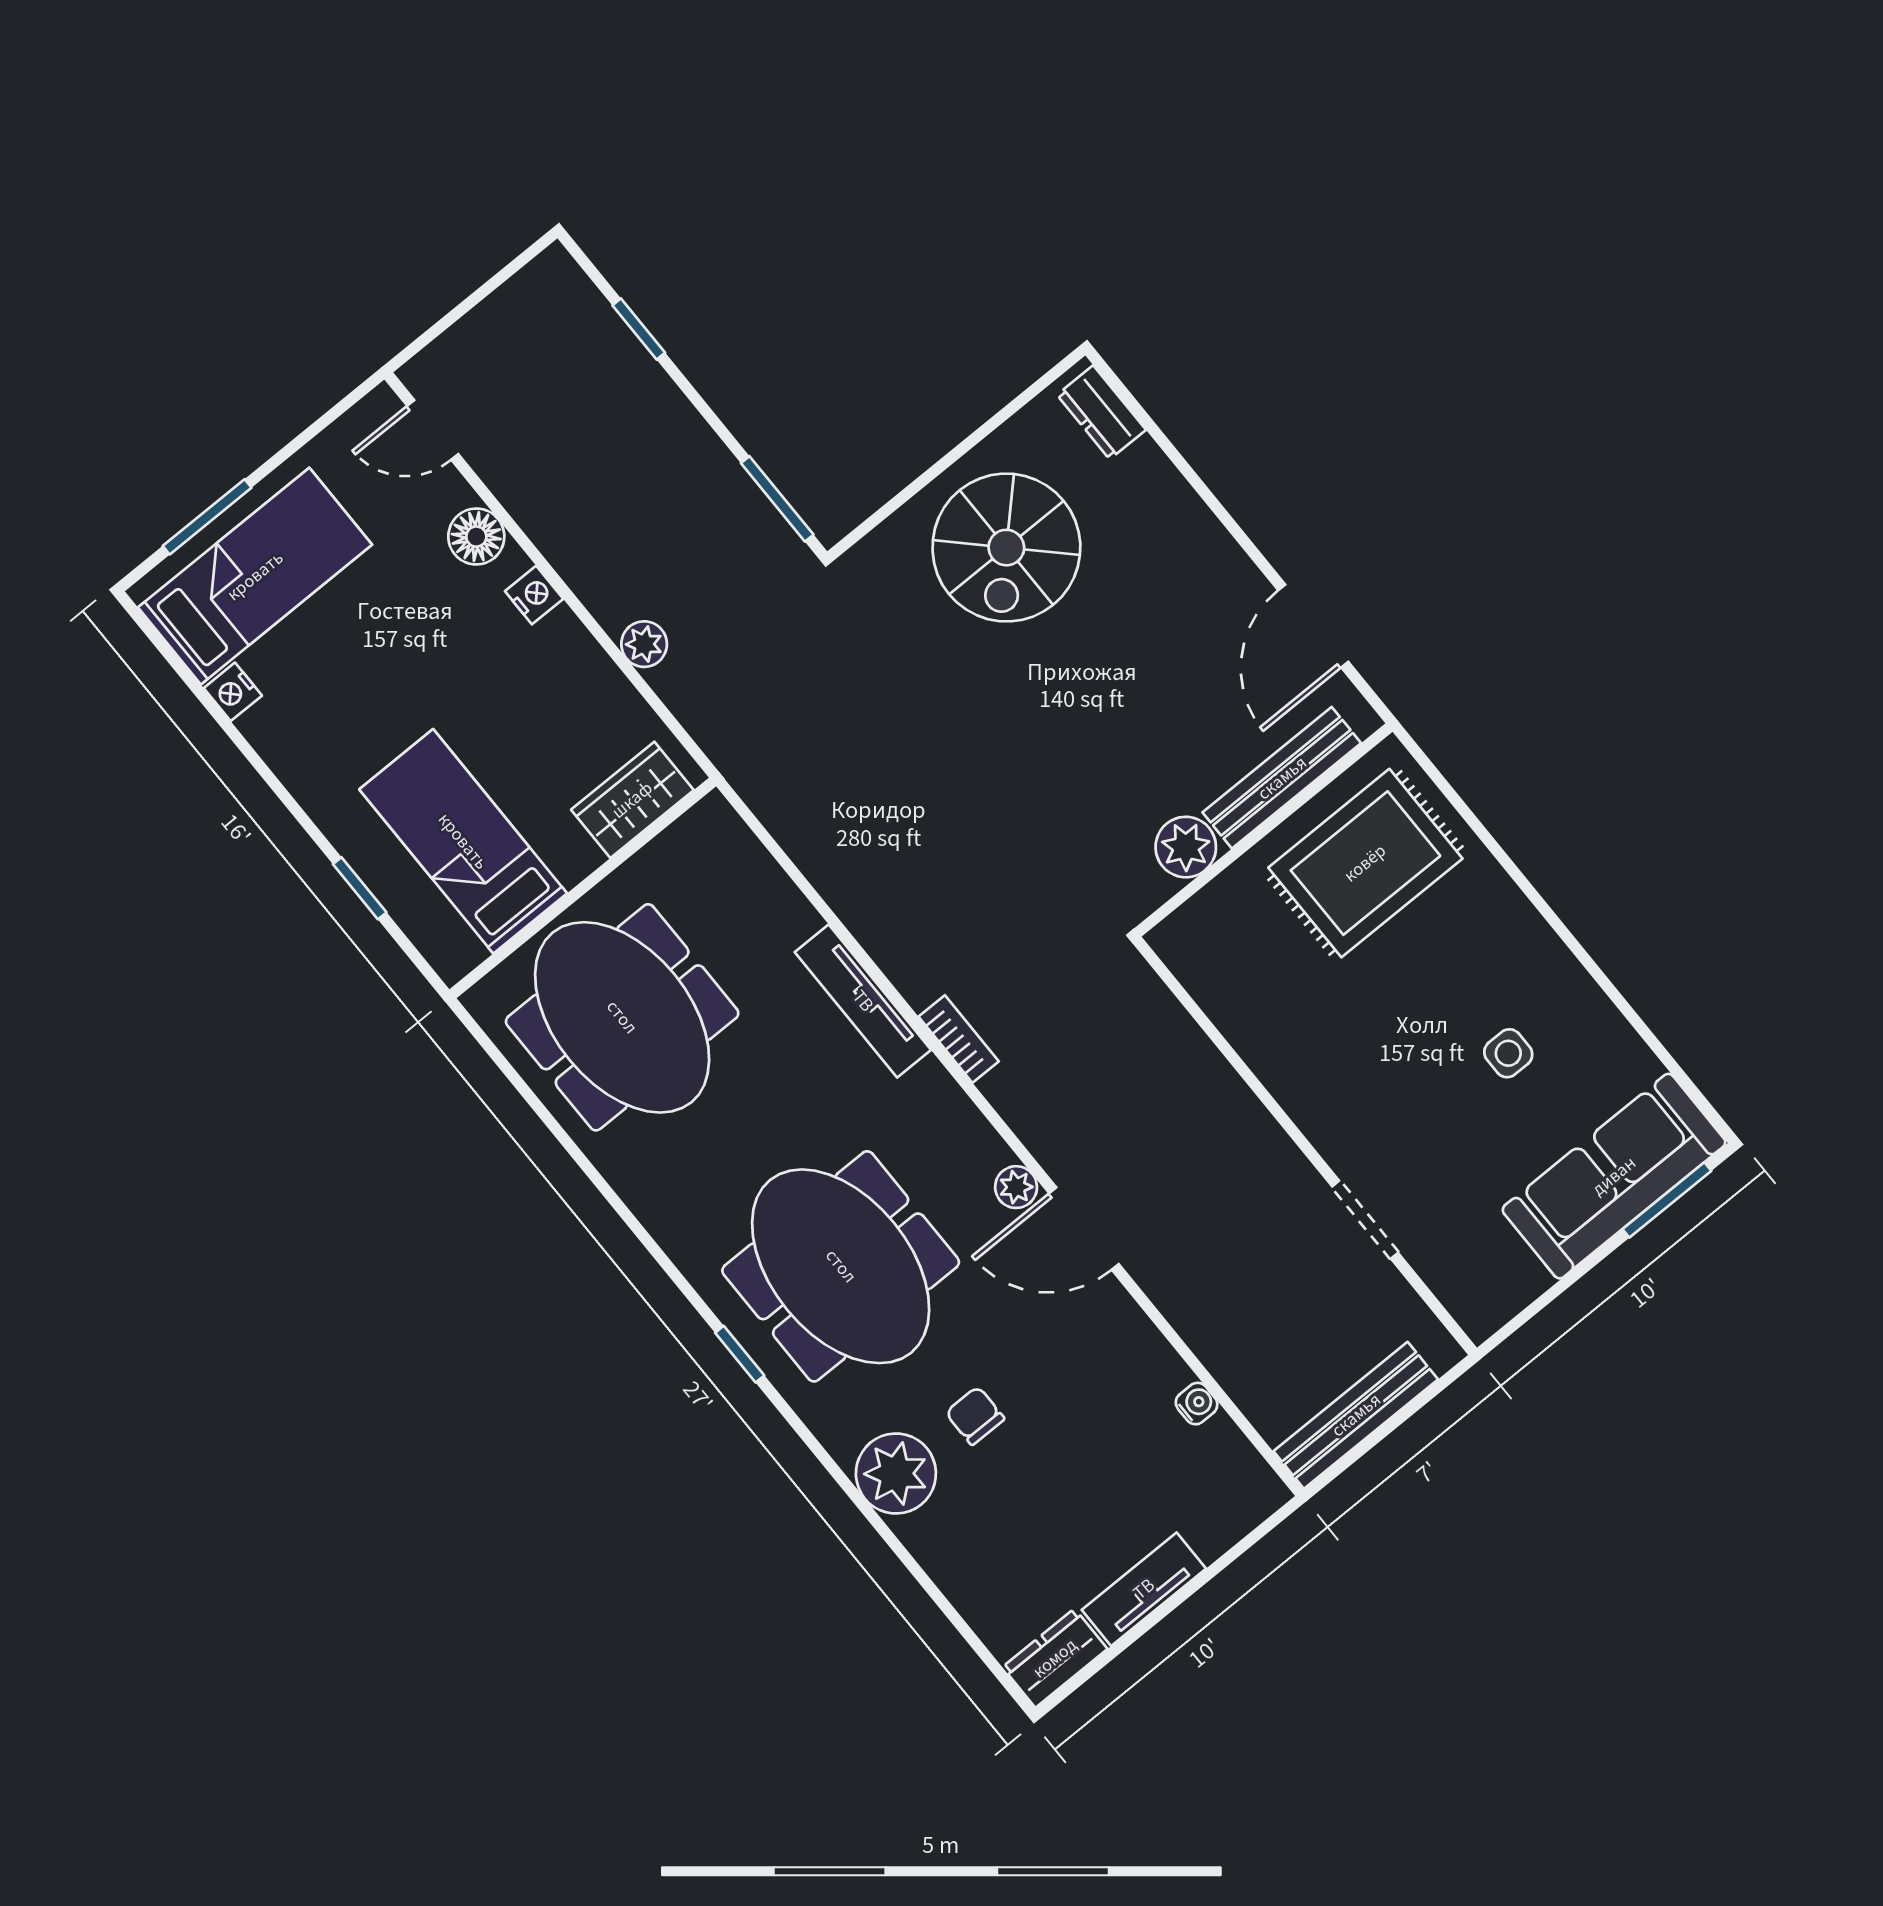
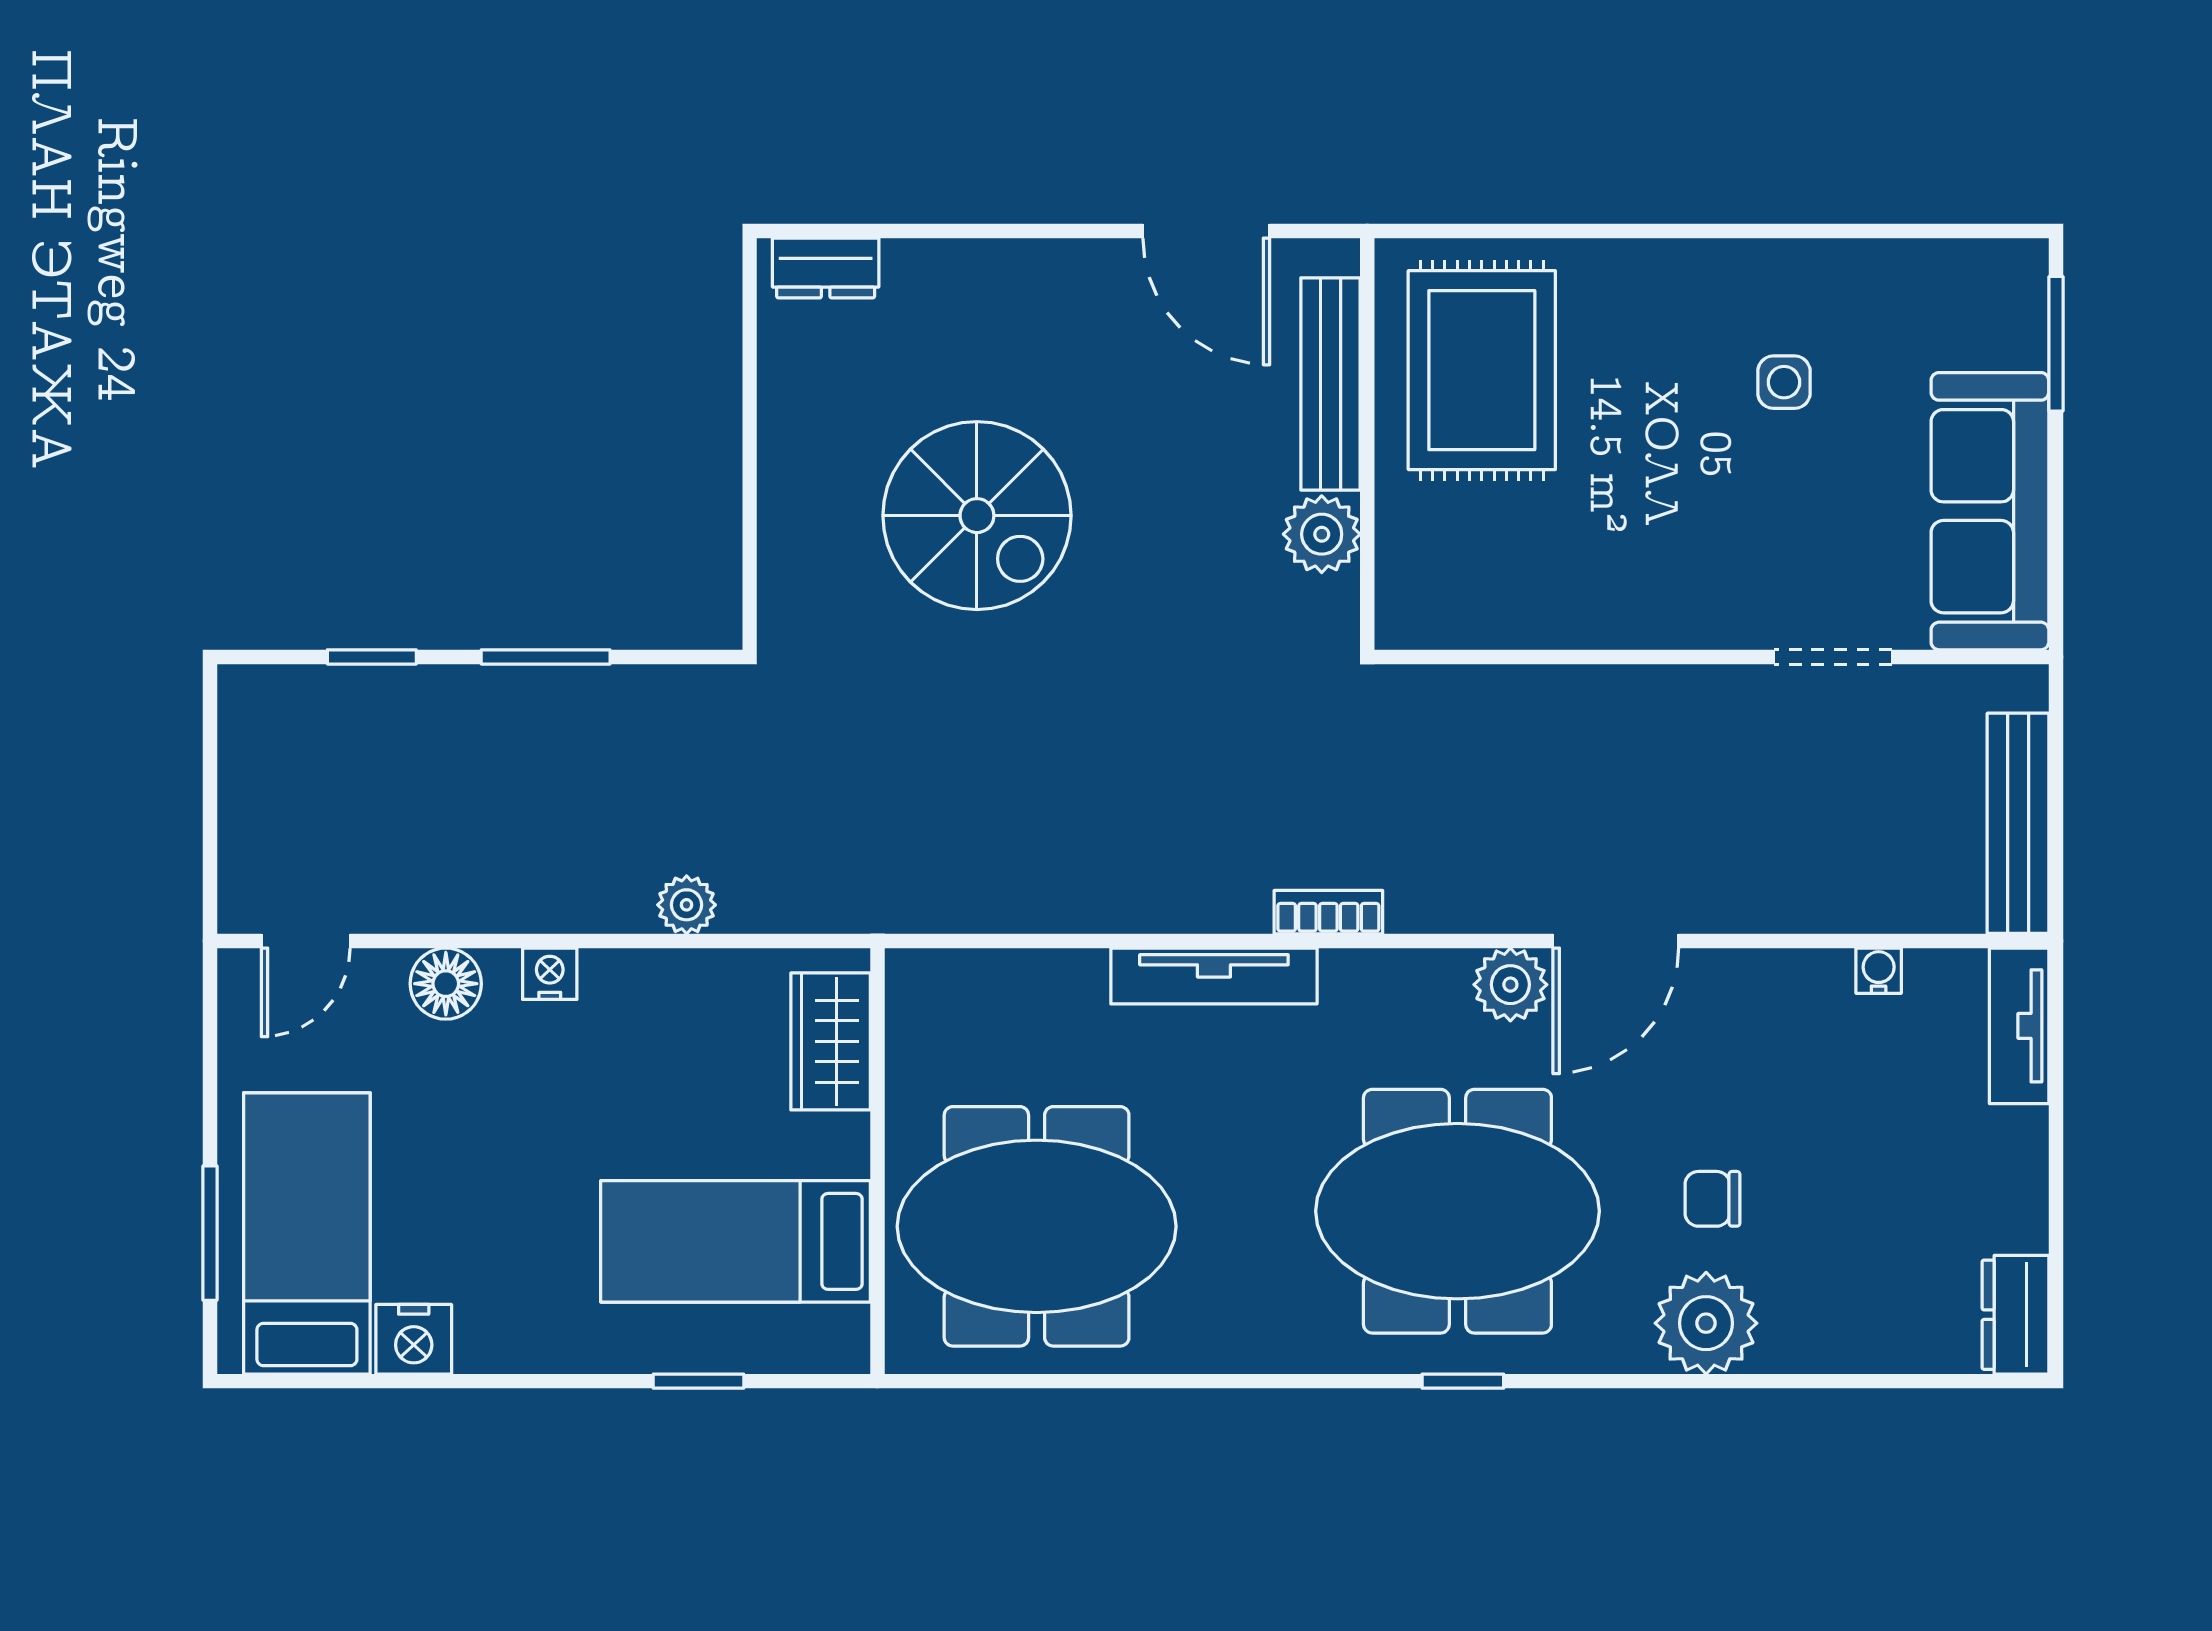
window: (777, 499) -> (546, 657), moved
spiral stairs: (1006, 548) -> (977, 516), moved
nightstand: (233, 692) -> (414, 1339), width x1.39, depth x1.35
sofa: (1614, 1176) -> (1990, 511), moved
plant: (1016, 1187) -> (1510, 985), width x1.38, depth x1.38
tv unit: (1144, 1589) -> (2019, 1026), moved

